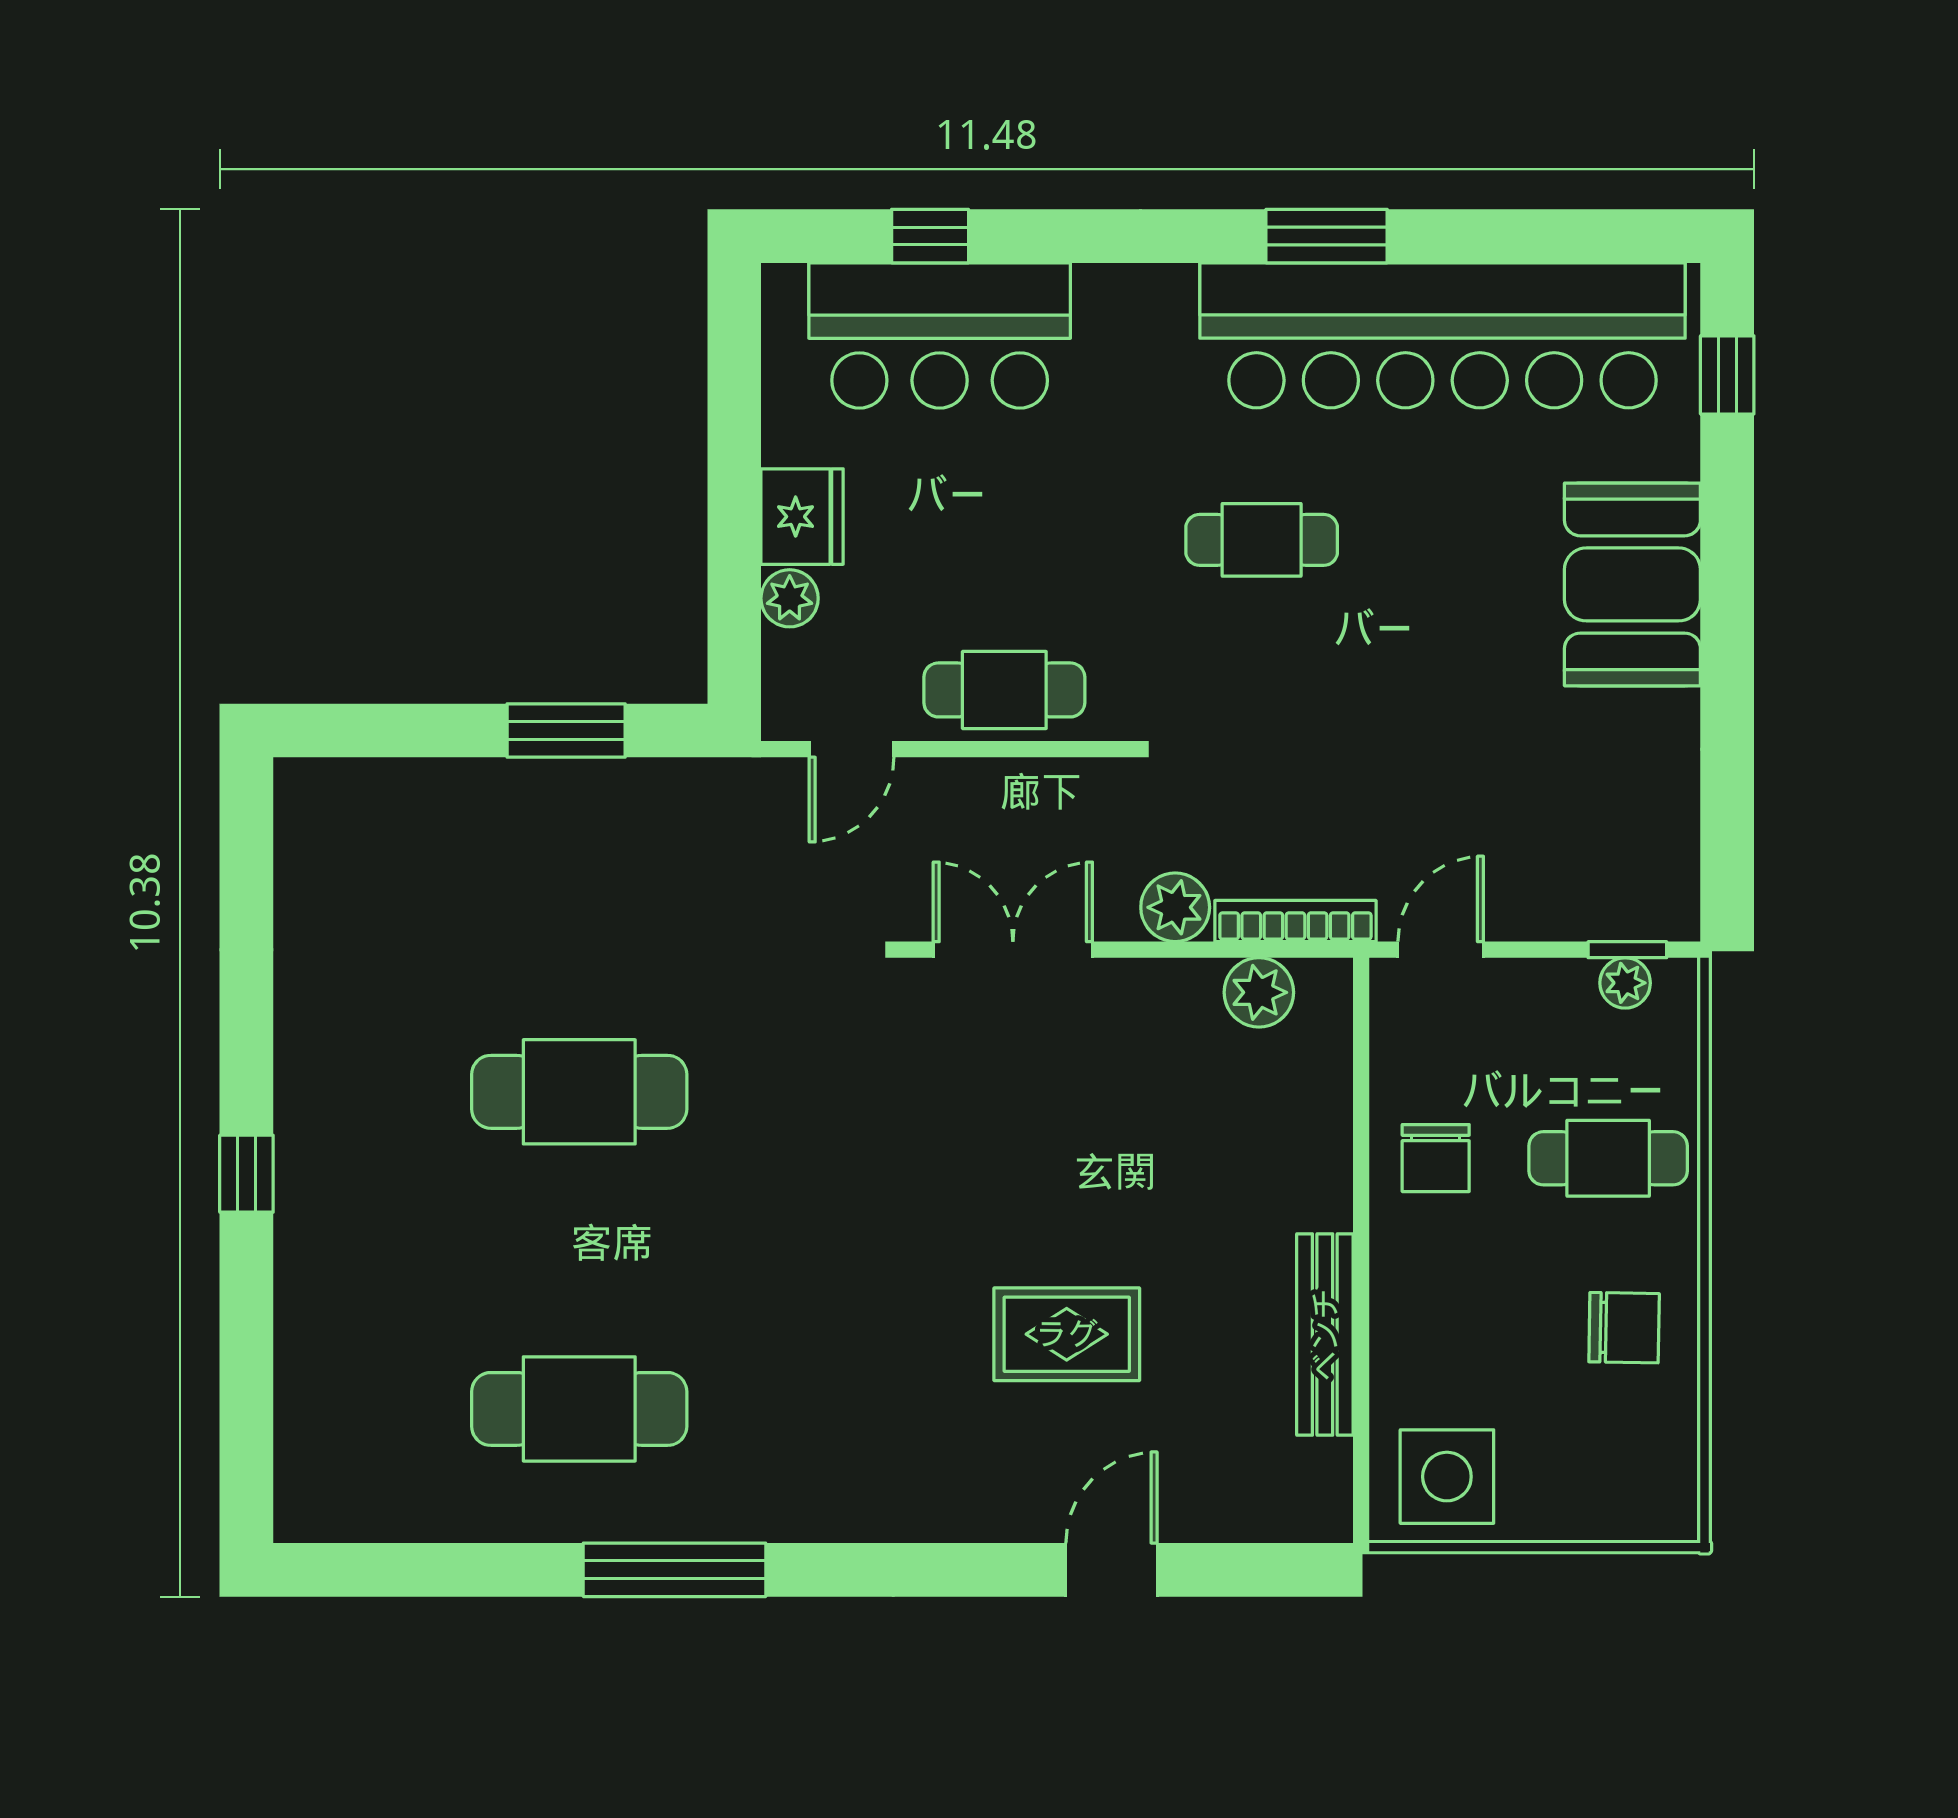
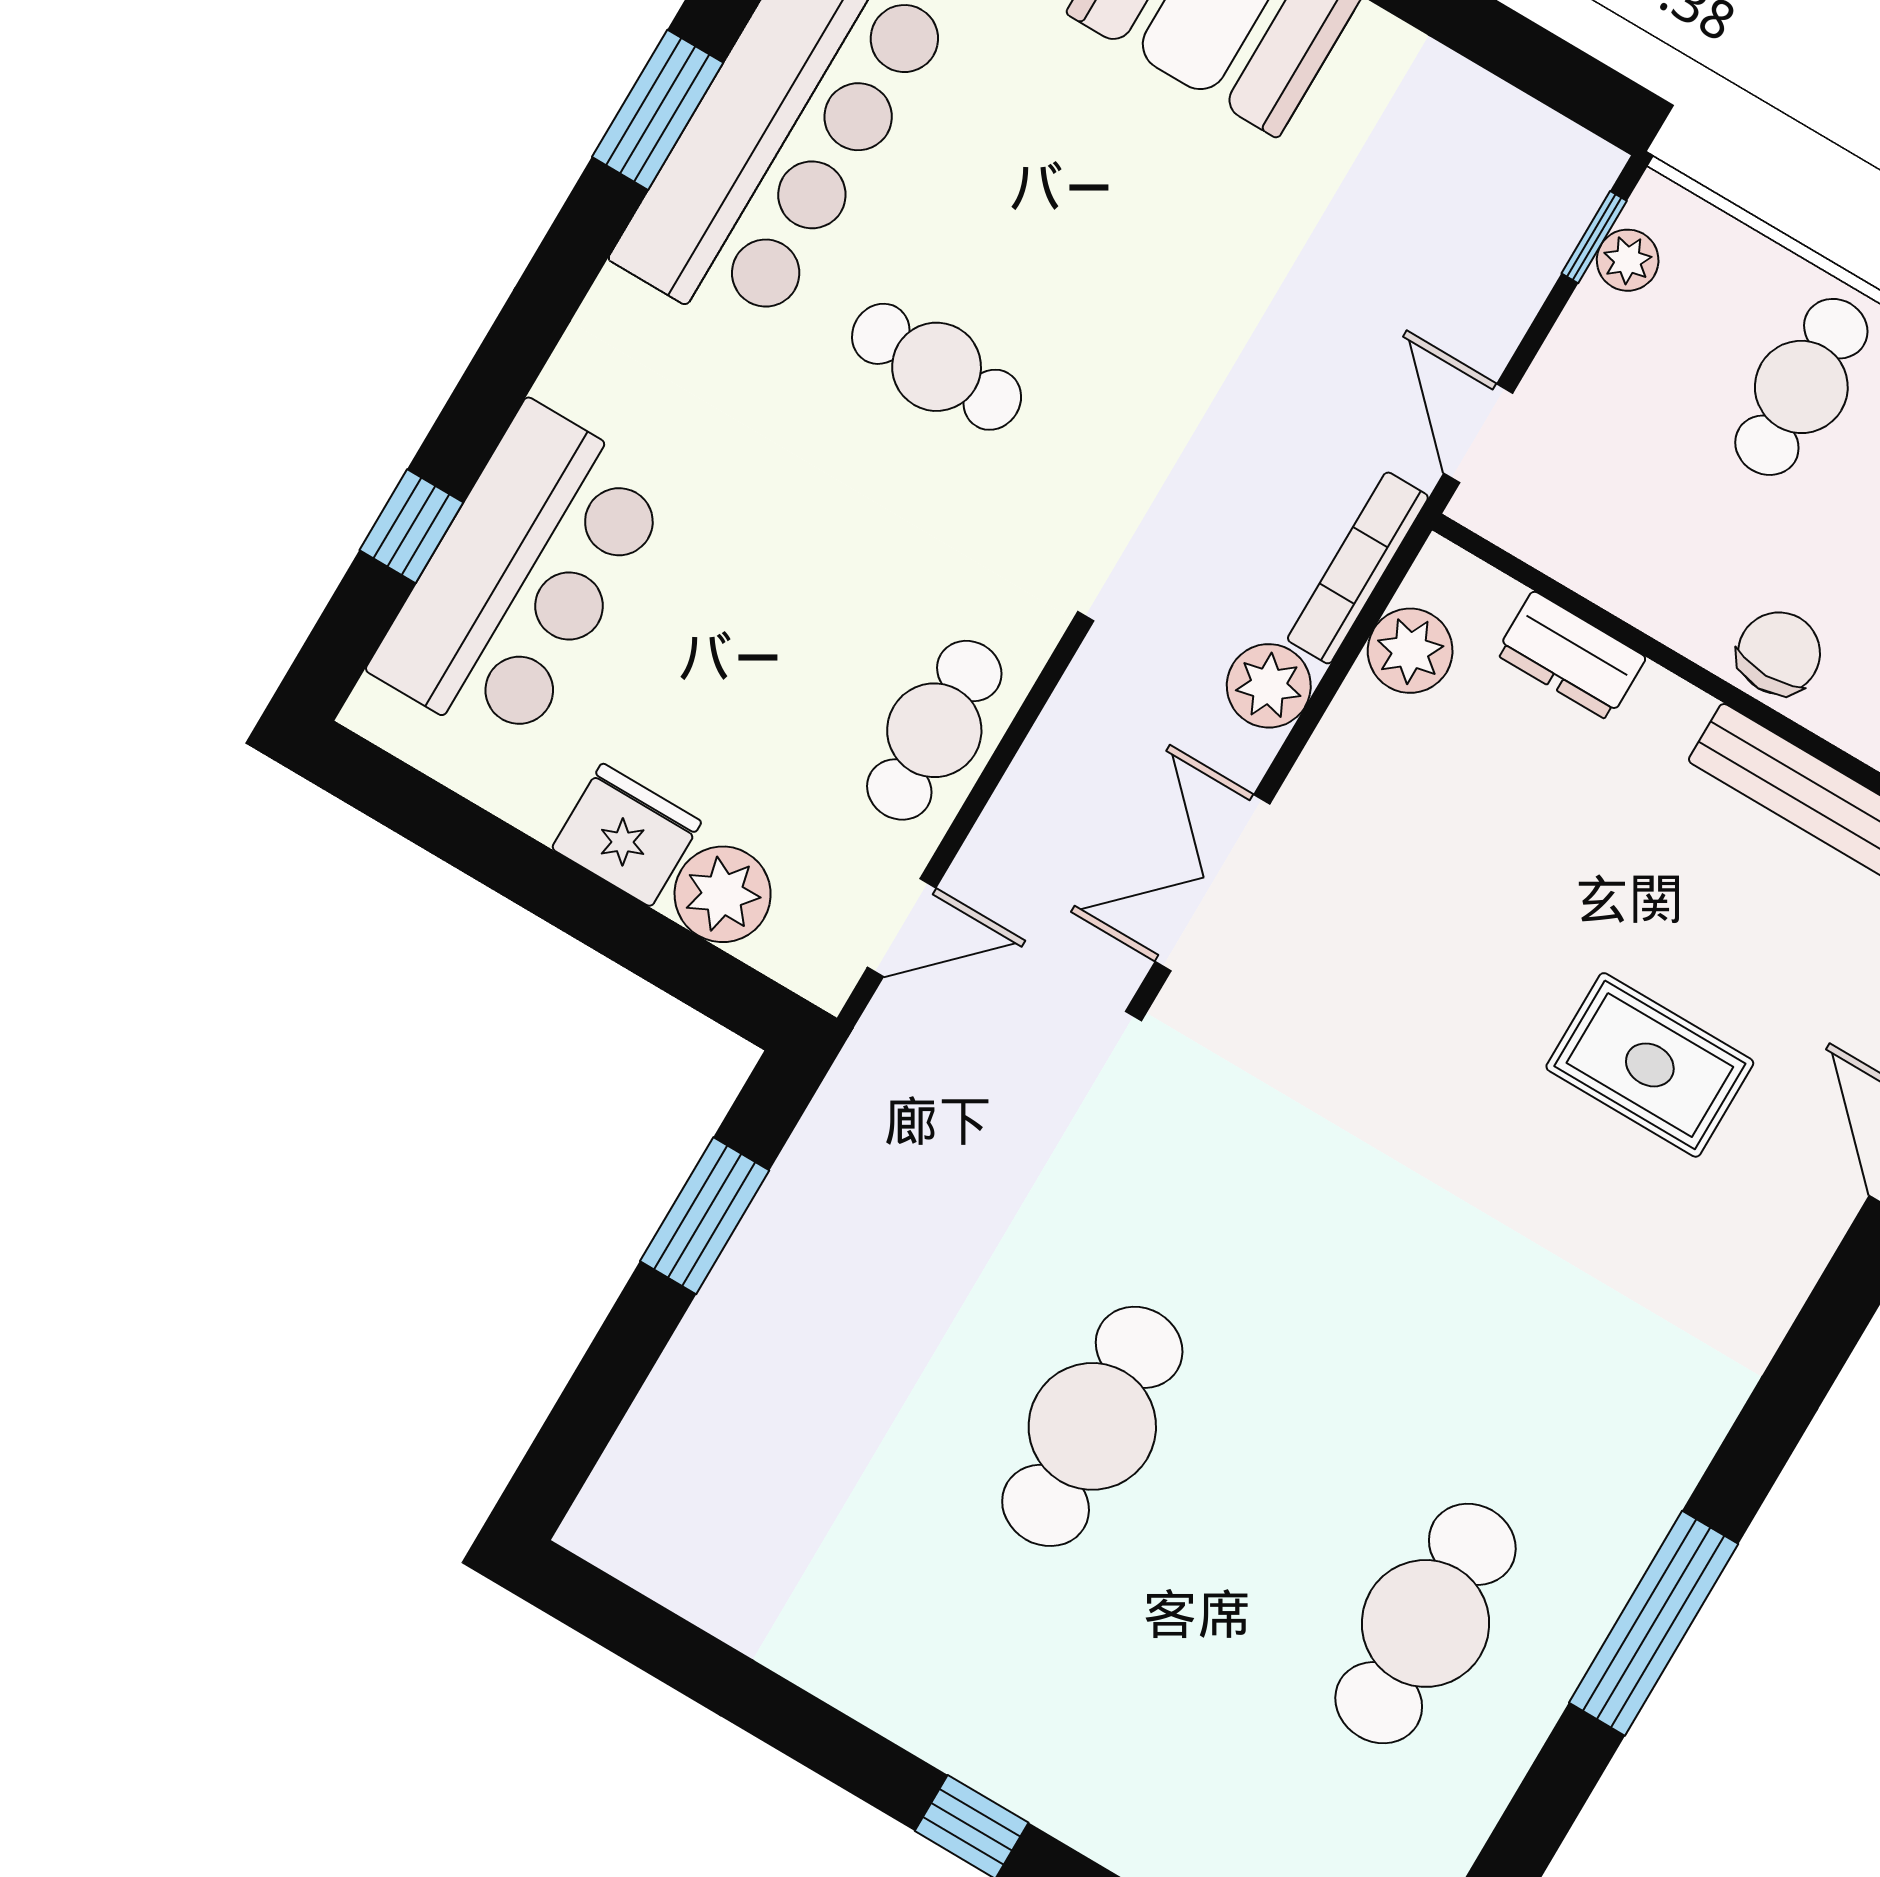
cafe table: (1262, 540) -> (937, 367), turned 90
plant: (790, 598) -> (723, 894), width x1.38, depth x1.38
door: (852, 749) -> (902, 928), hinge flipped
dresser: (1322, 1108) -> (1571, 656), added
chair: (1436, 1158) -> (1779, 653), moved, turned -90
rug: (1067, 1334) -> (1650, 1065), turned 90

